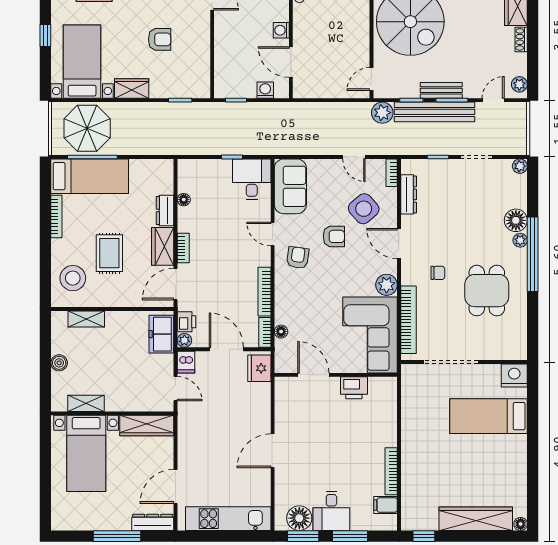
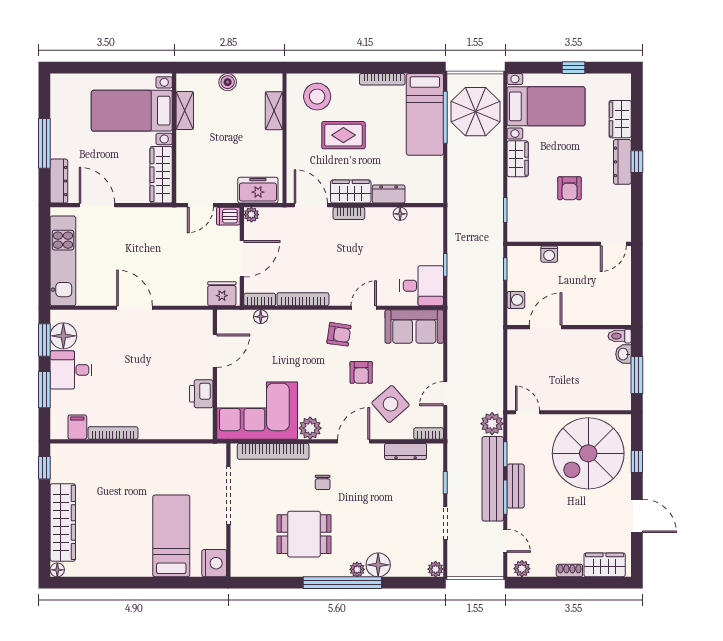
washing machine: (281, 30) -> (549, 254), moved, turned 180
printer: (186, 322) -> (271, 217), removed

